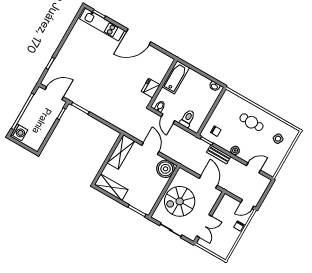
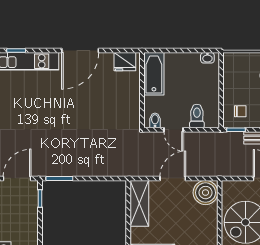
fridge: (151, 88) -> (125, 62), moved, turned -90
door: (150, 149) -> (173, 178), hinge flipped

